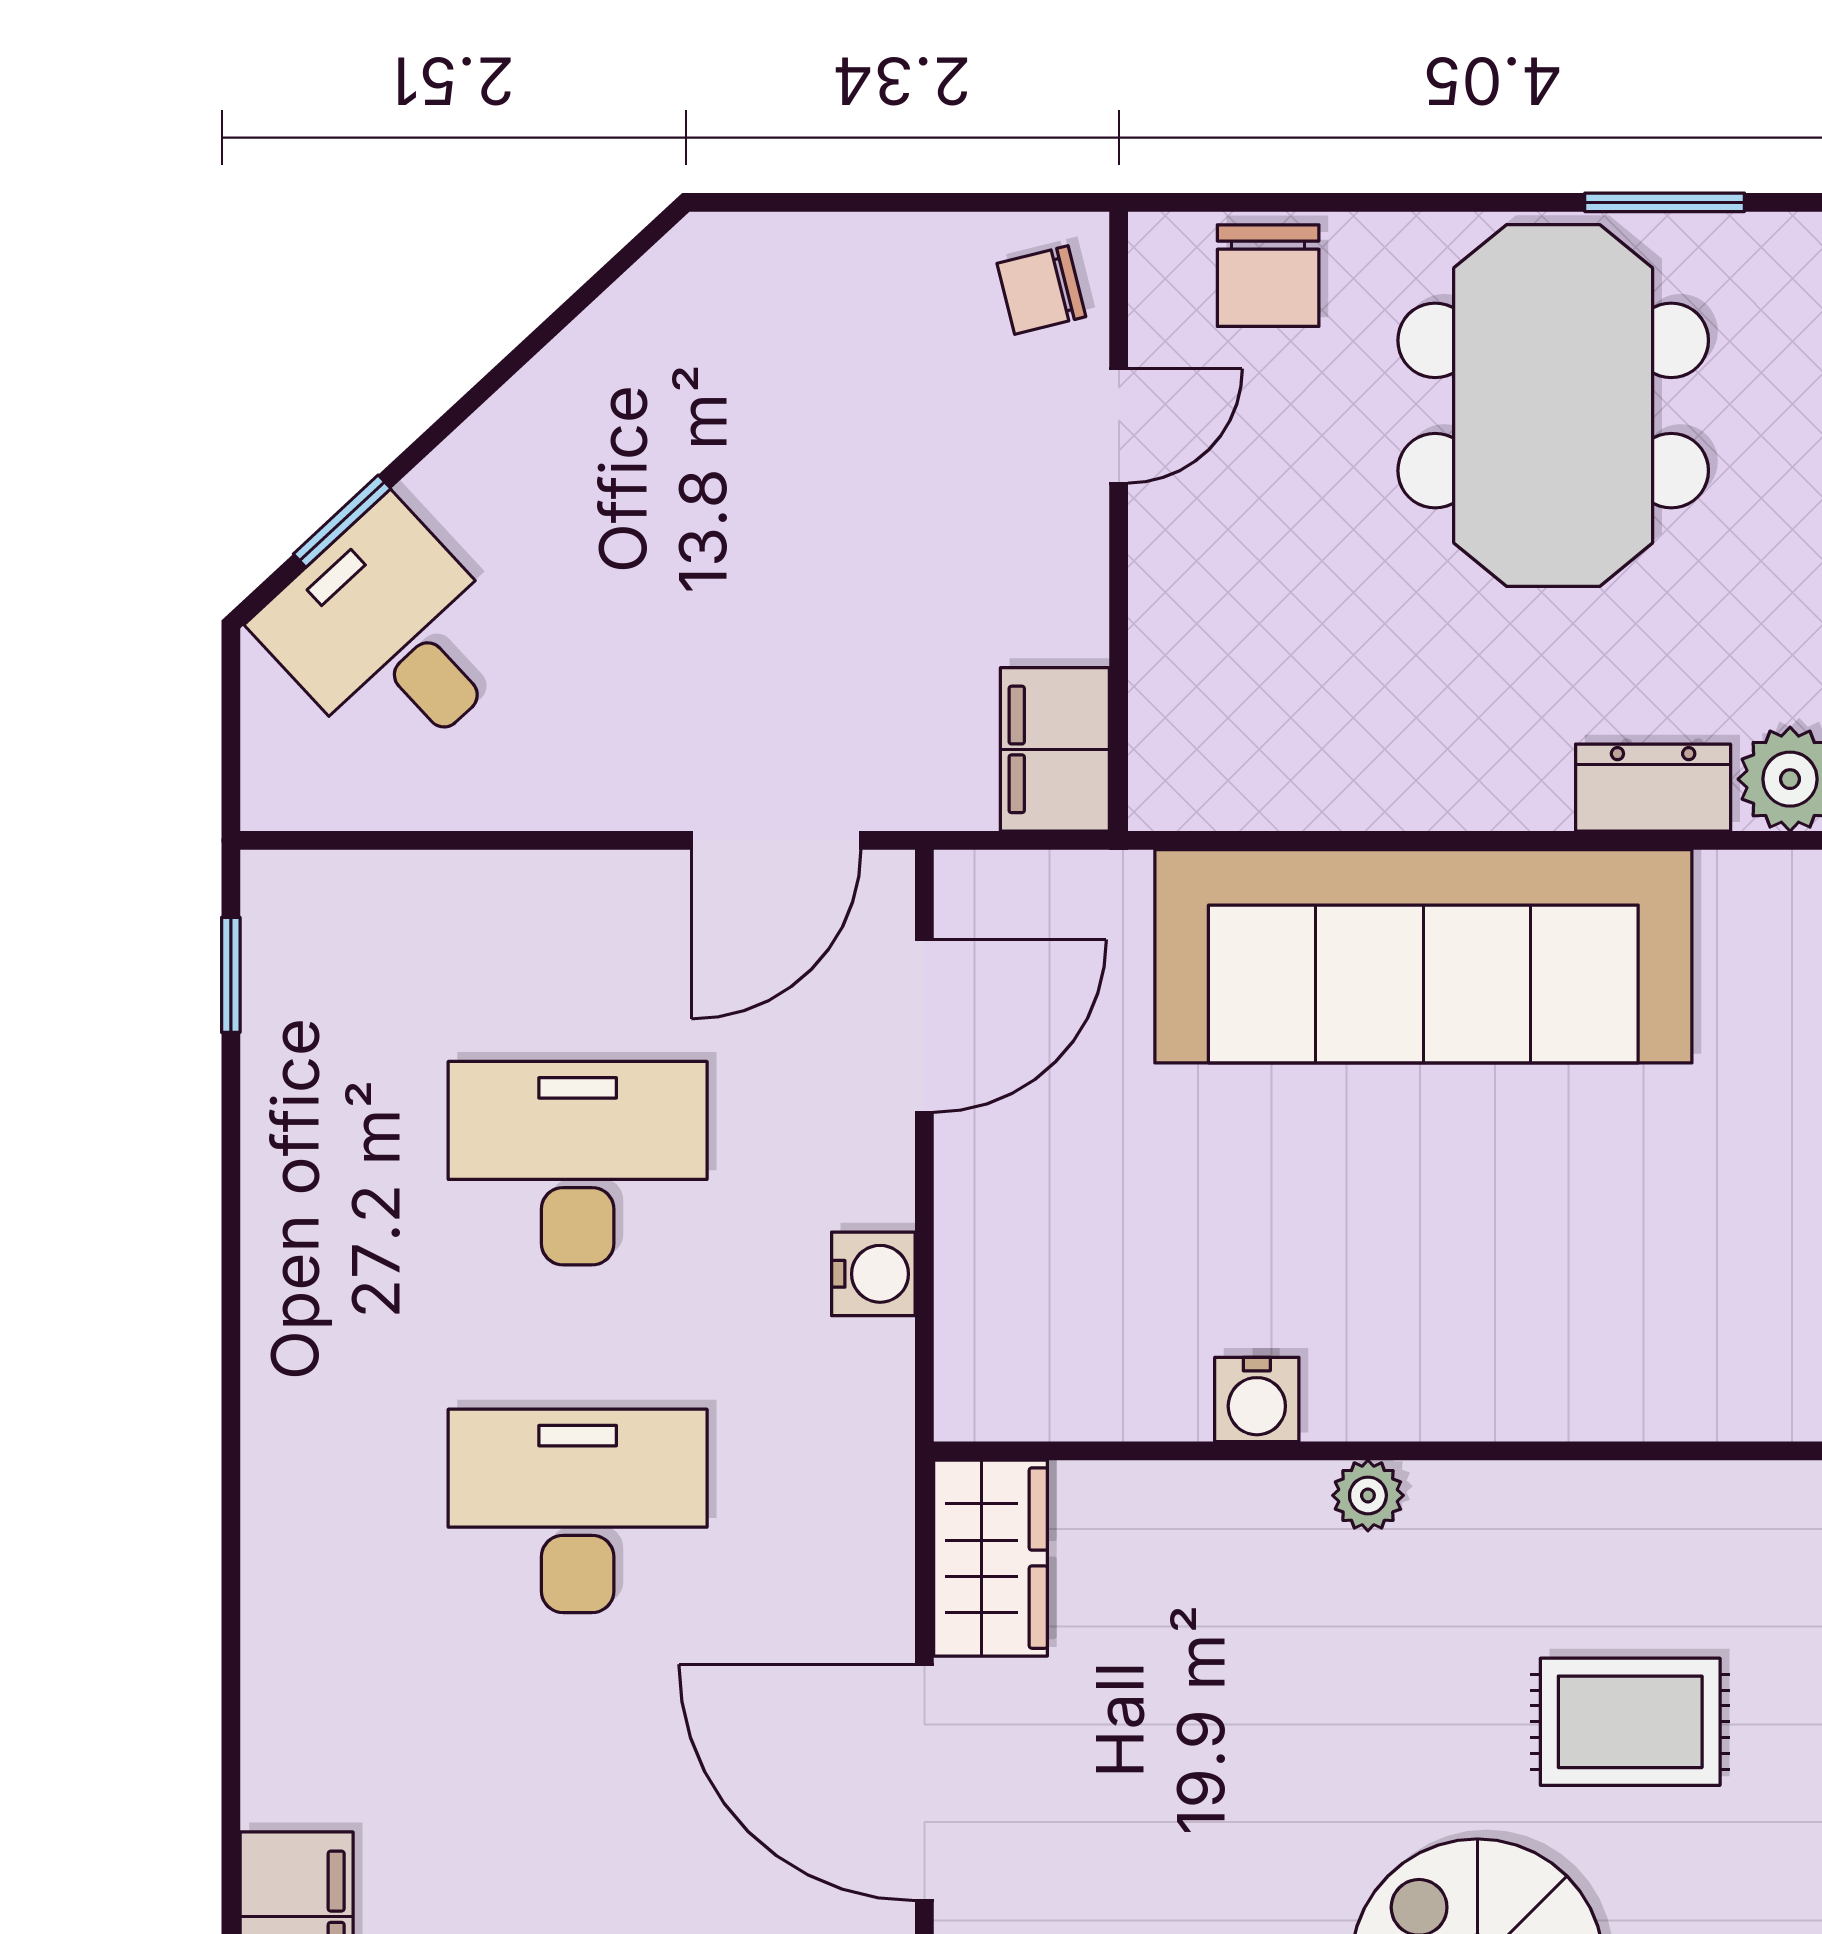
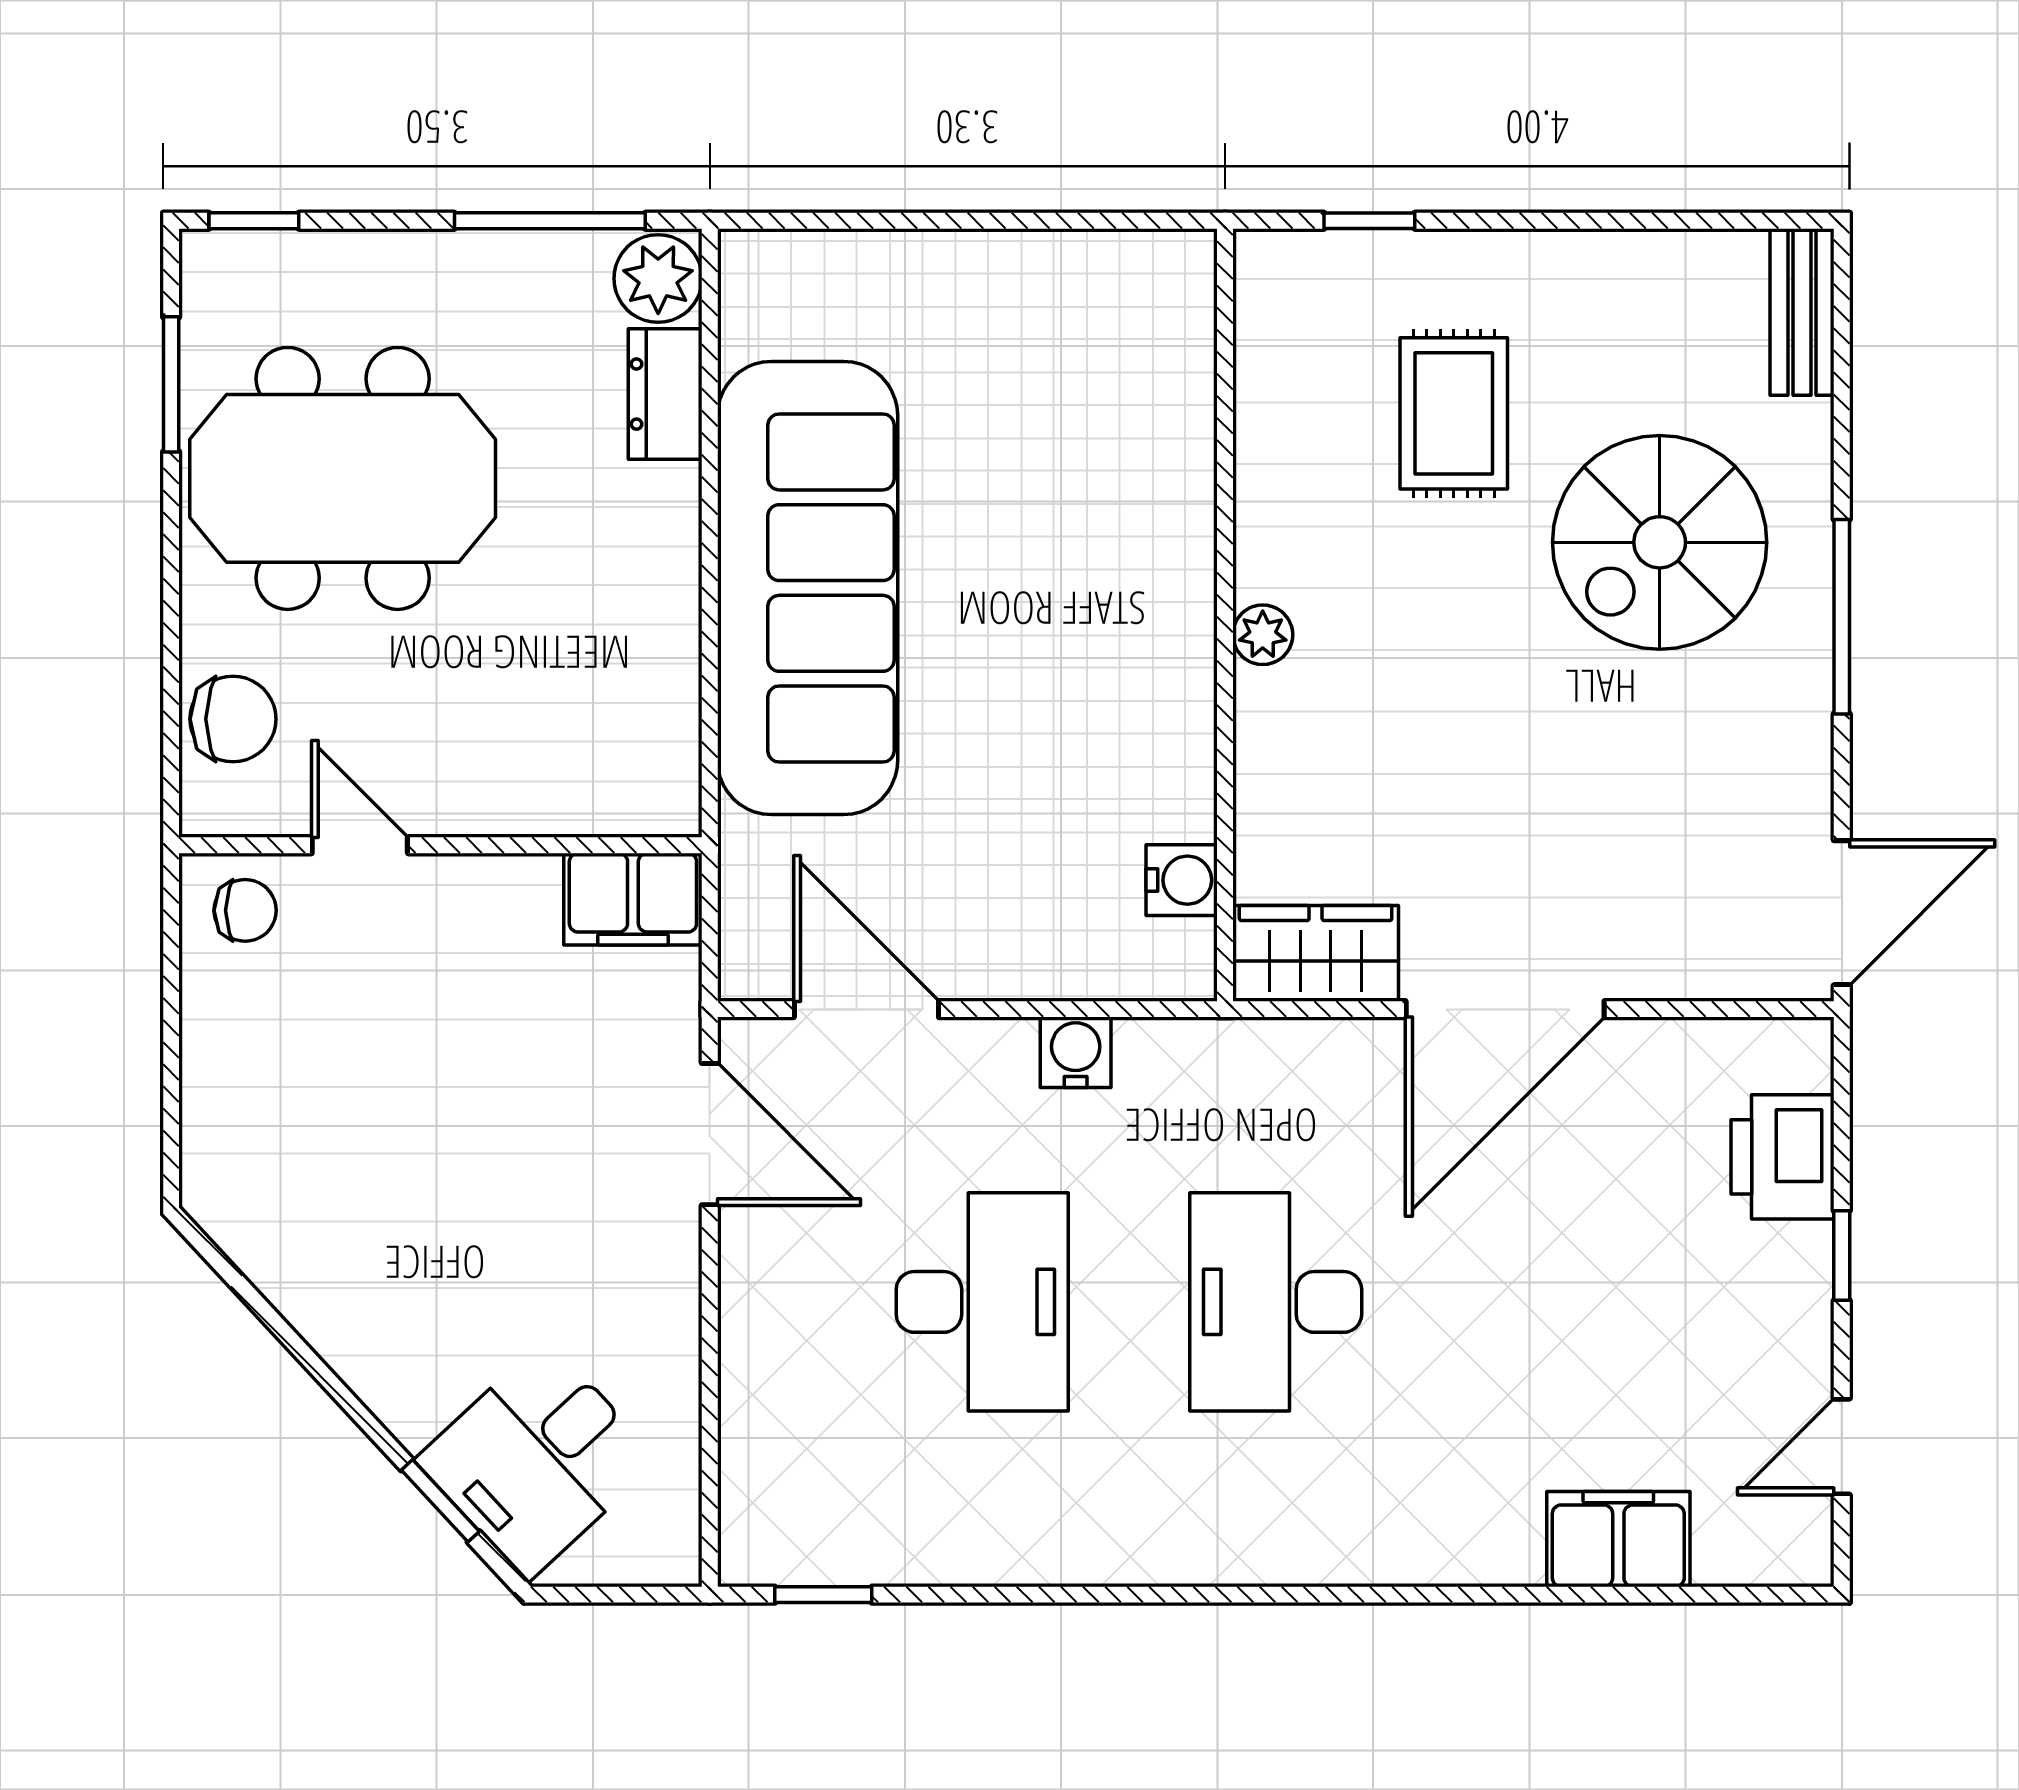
chair: (1041, 290) -> (245, 910), turned -76
desk: (578, 1163) -> (982, 1302), turned 180
water cooler: (1257, 1399) -> (1182, 880), moved

